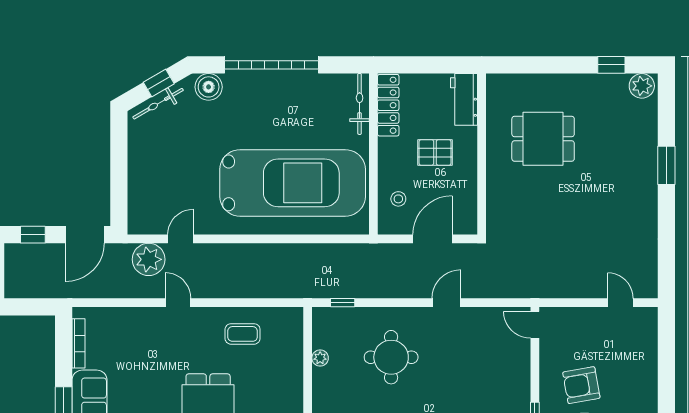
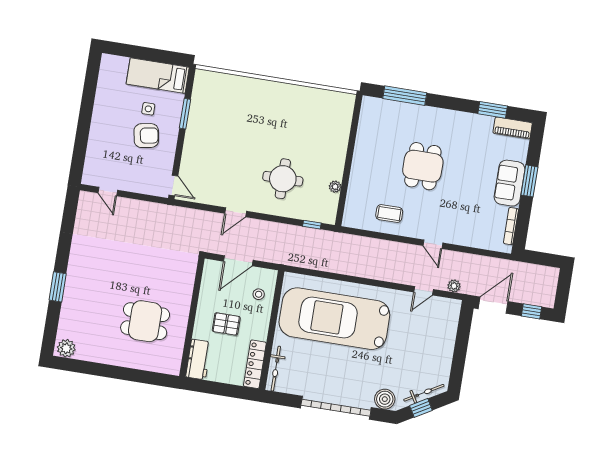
window: (611, 65) -> (86, 367), removed
plant: (149, 259) -> (454, 286), width x0.53, depth x0.53

